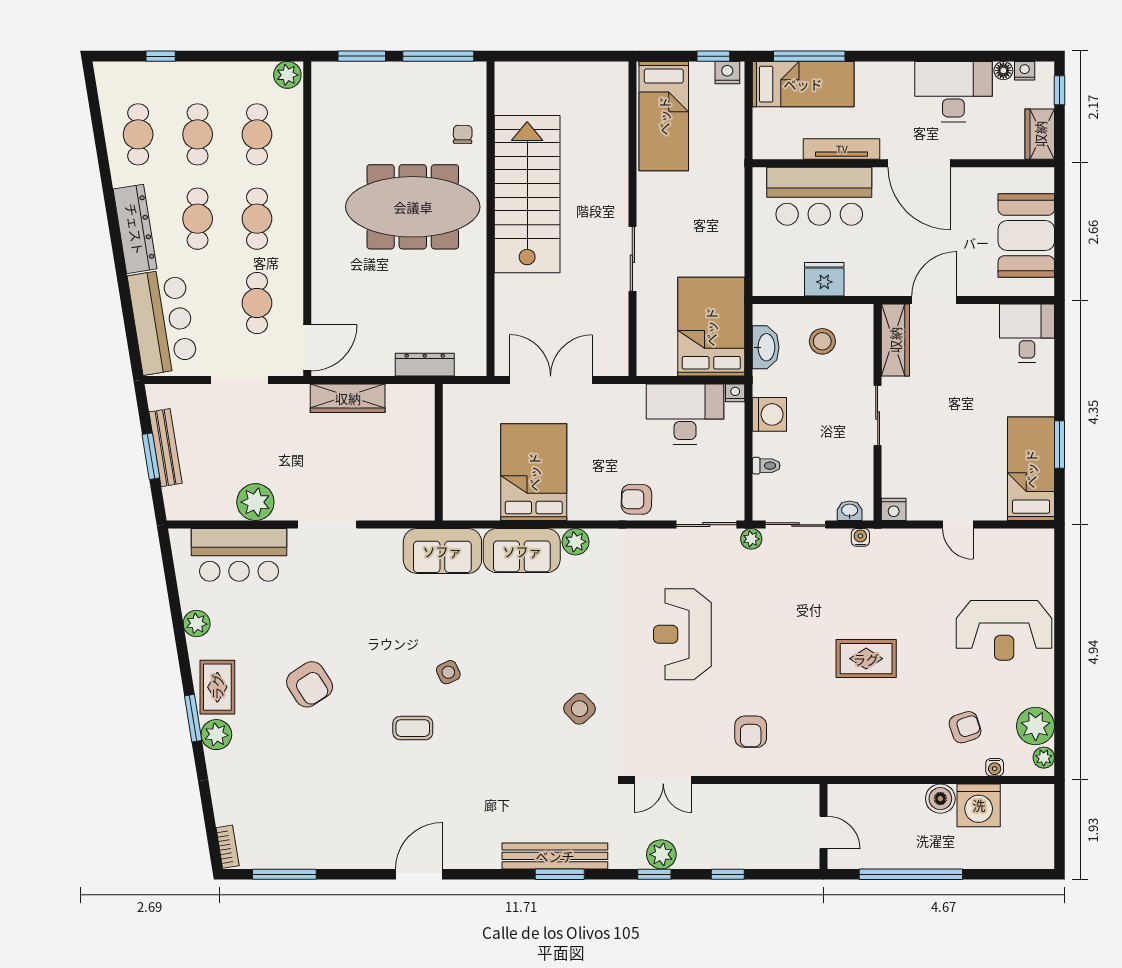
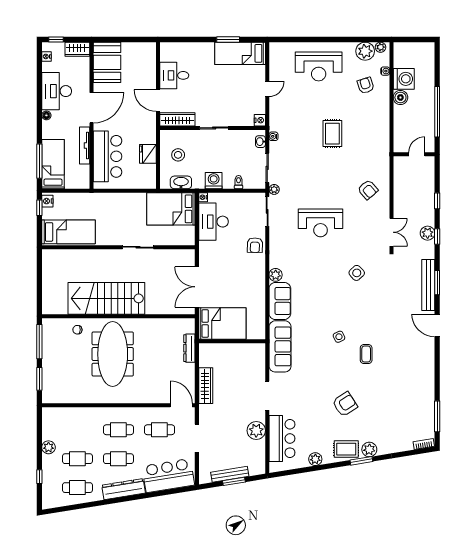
floor lamp: (1003, 71) -> (46, 115), moved
plant: (287, 75) -> (49, 447), moved
cafe table: (257, 134) -> (77, 430), removed
booth: (1026, 235) -> (107, 62), moved, turned 90
desk: (1027, 333) -> (174, 75), moved
bed: (534, 472) -> (222, 323), moved, turned 180
sofa: (442, 551) -> (280, 346), width x1.36
reception desk: (1004, 630) -> (319, 66), turned 90
armchair: (751, 732) -> (368, 190), turned 49
door: (419, 874) -> (437, 325), moved

